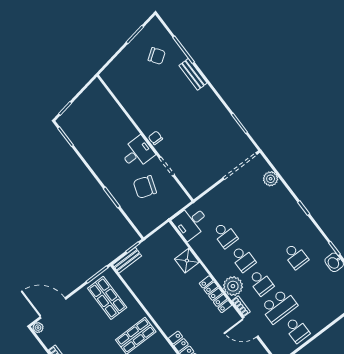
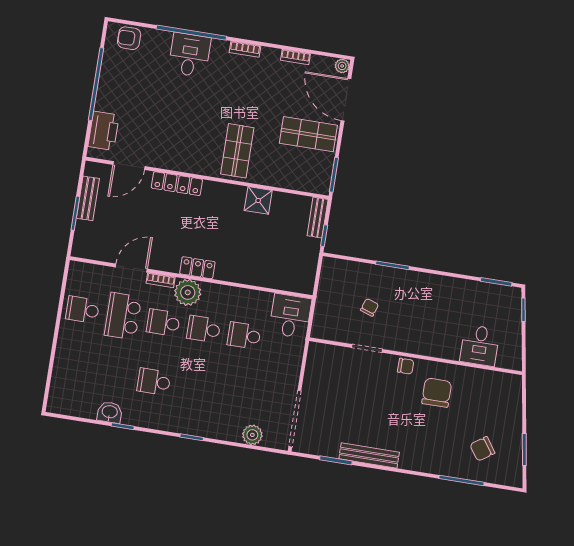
bench: (193, 74) -> (369, 455), moved, width x1.36
chair: (152, 108) -> (437, 393), added
desk: (137, 153) -> (480, 345), moved
chair: (145, 187) -> (370, 307), width x0.54, depth x0.54
shower: (187, 261) -> (258, 200), moved
locker: (215, 294) -> (197, 268), width x0.66
shop shelf: (107, 298) -> (308, 134), moved
door: (53, 308) -> (346, 100), swing flipped

